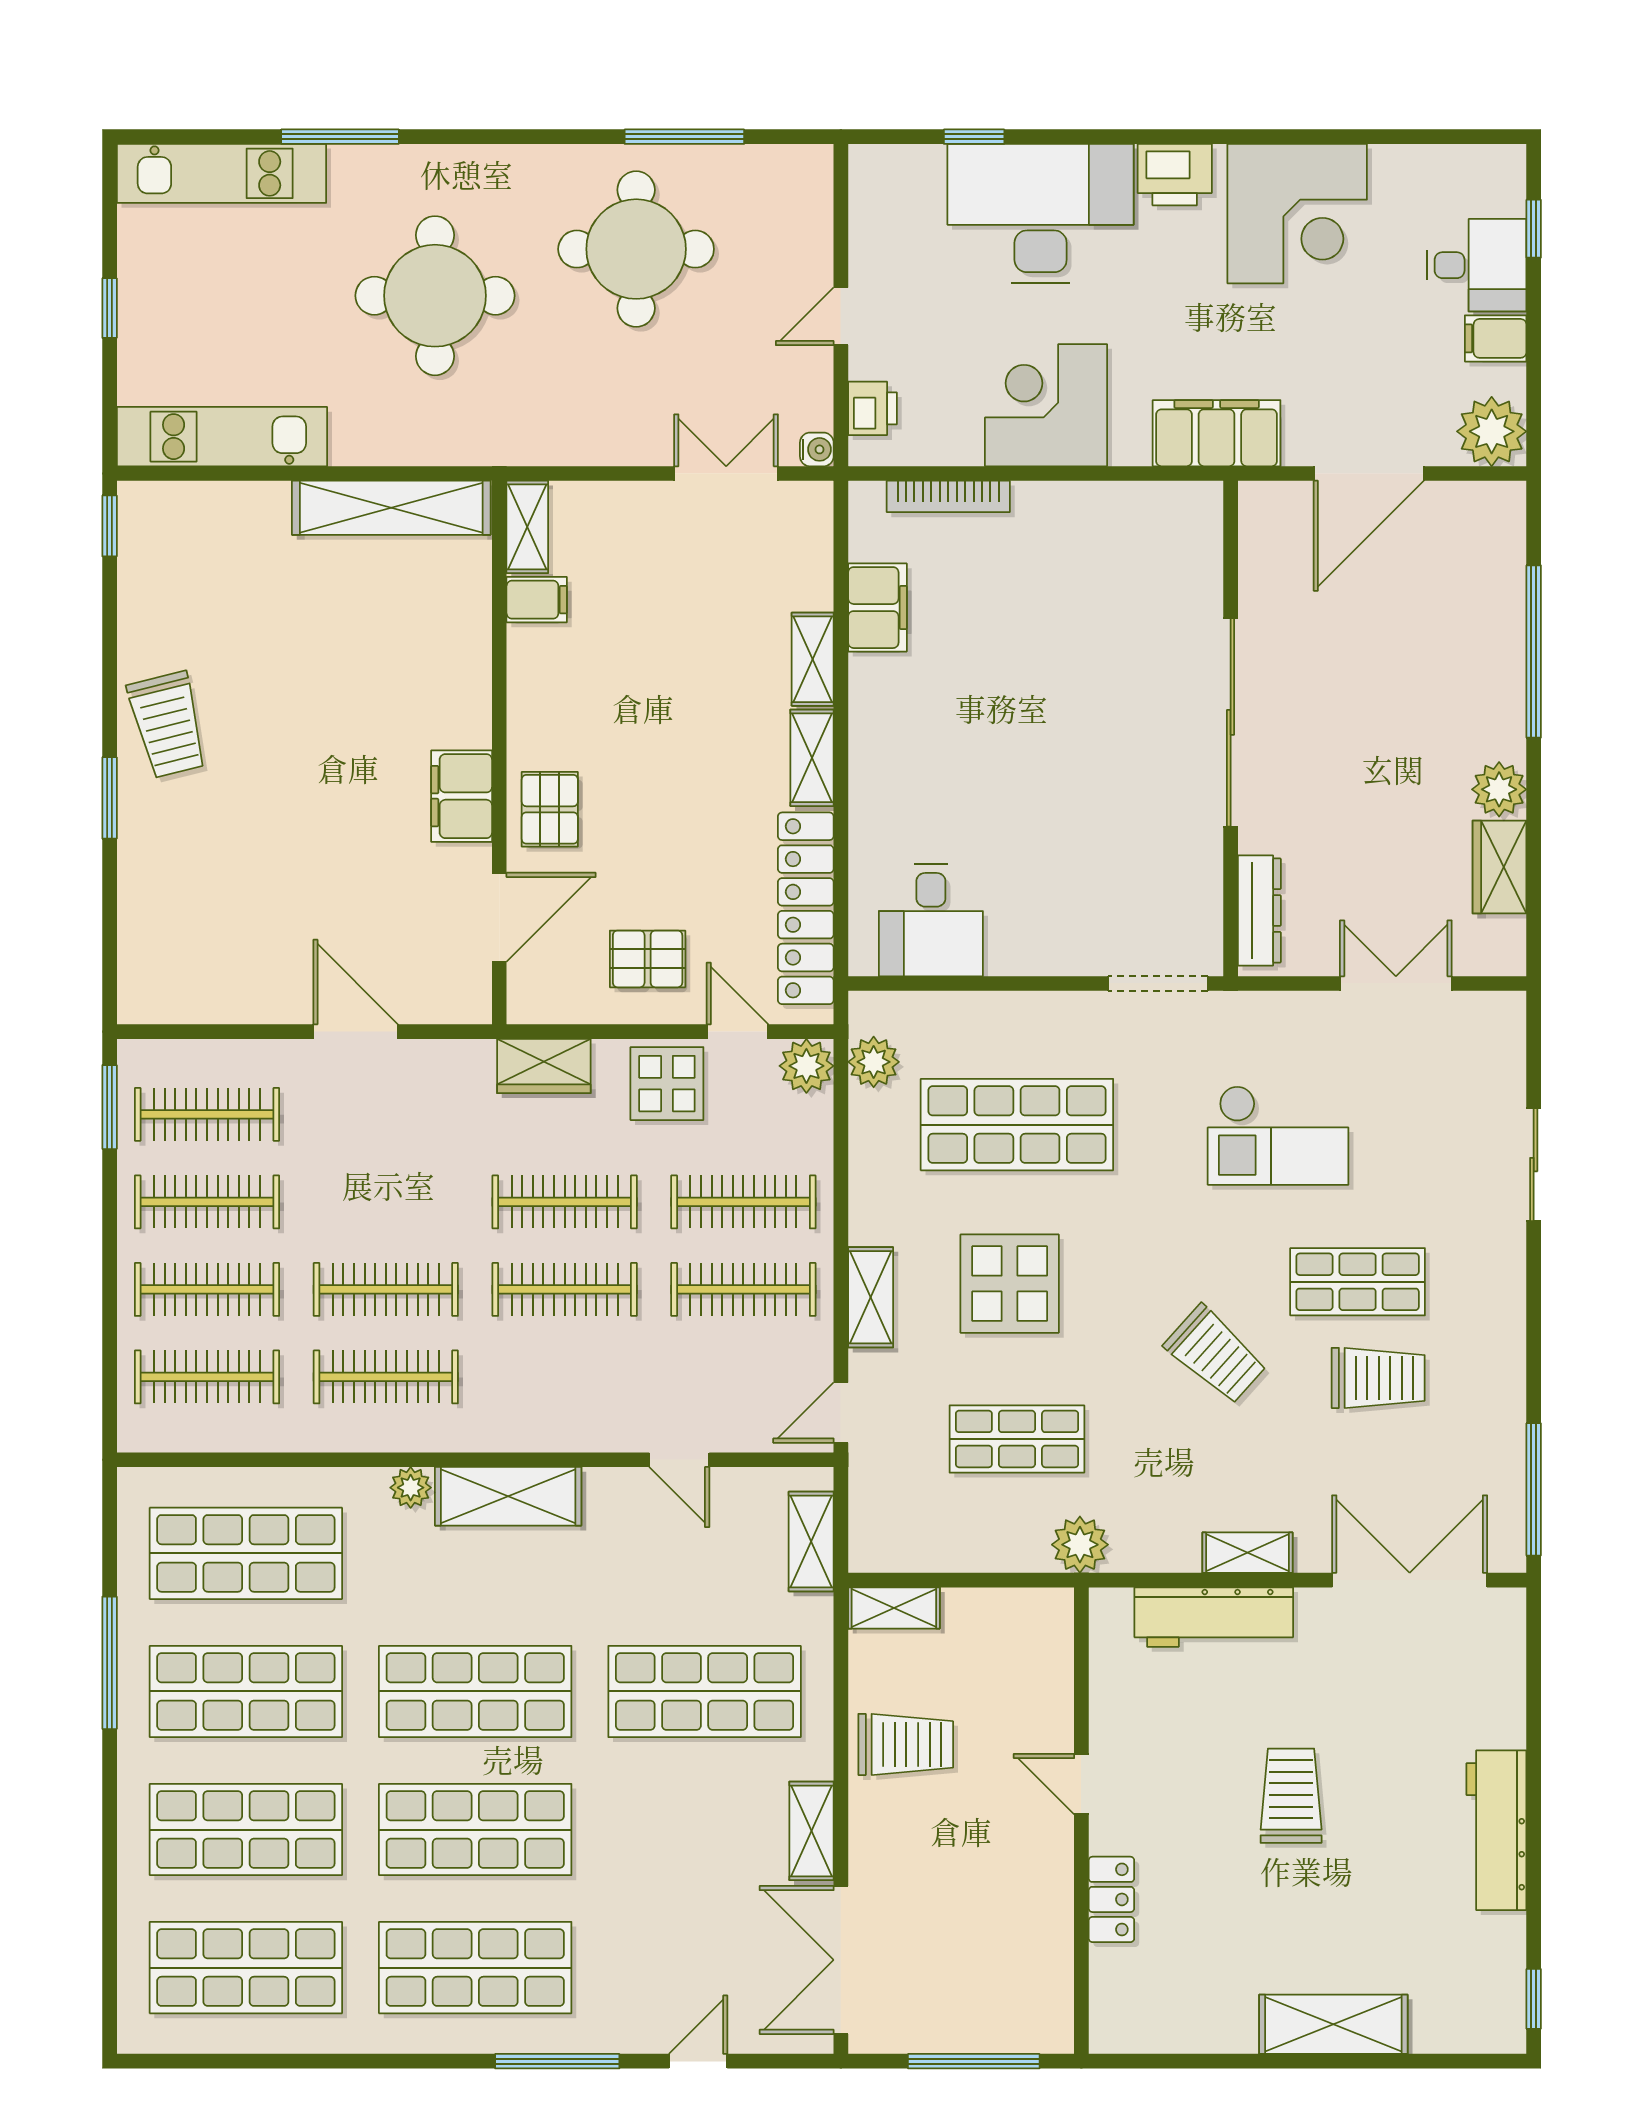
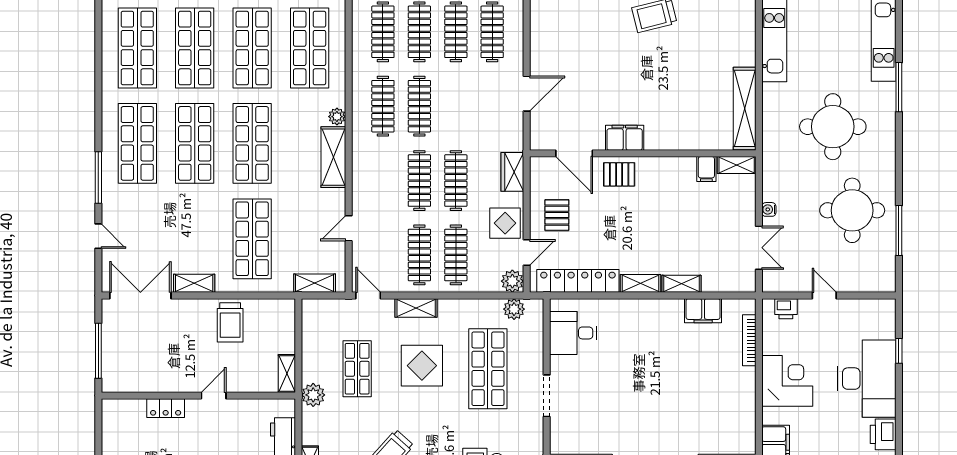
water cooler: (817, 449) -> (769, 209), moved, turned 90
doorway: (1158, 983) -> (547, 396), moved
shelving: (894, 1608) -> (287, 374), moved

